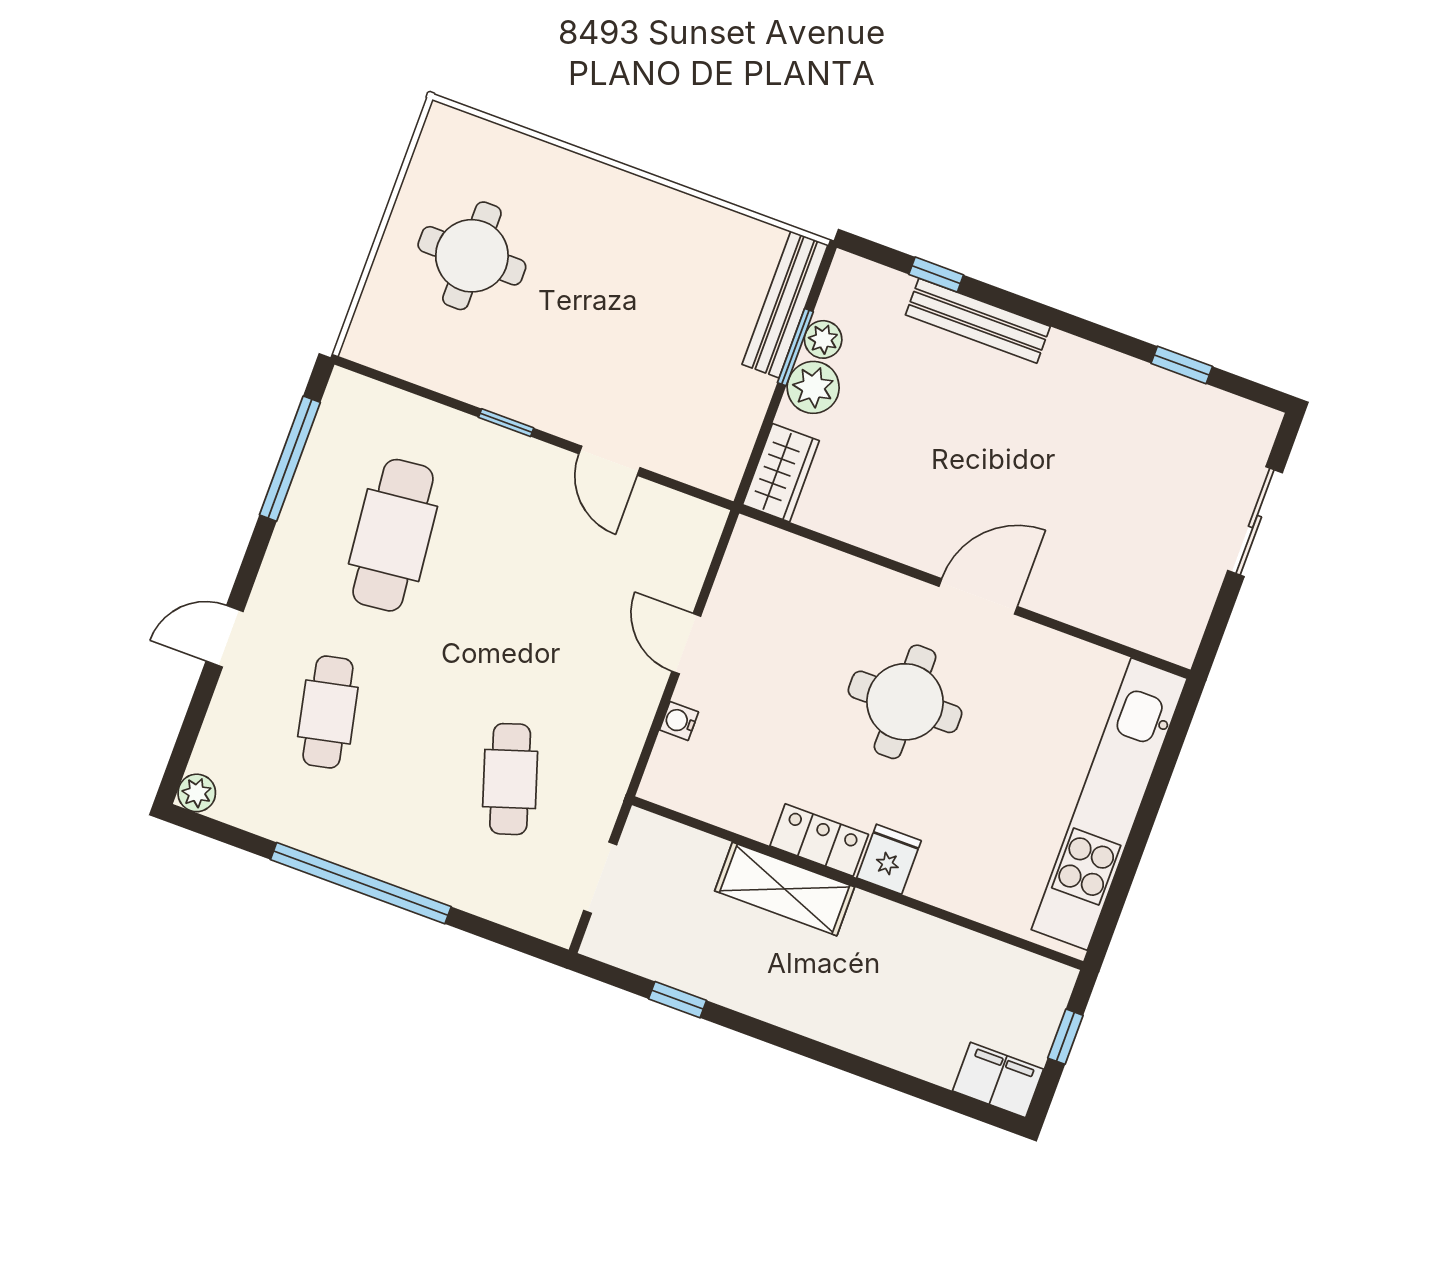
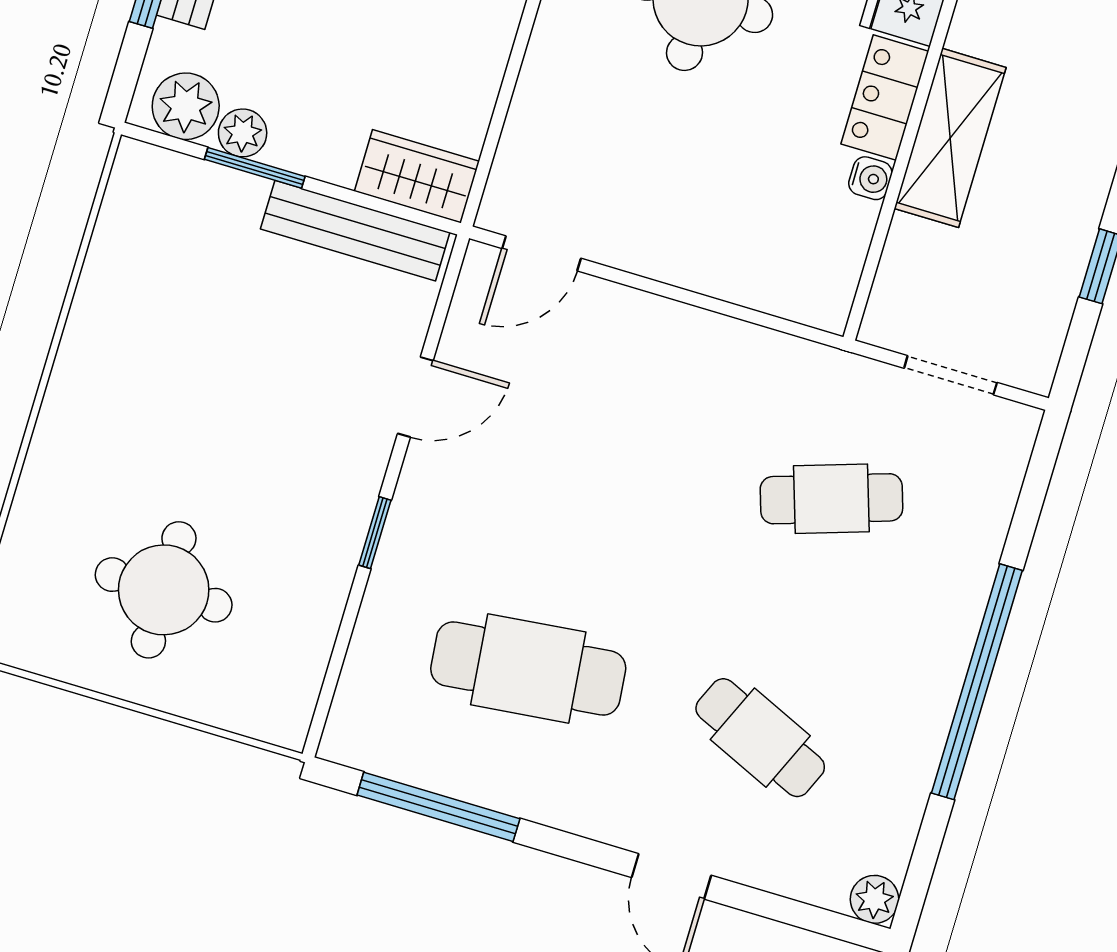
bench: (785, 305) -> (355, 231), moved
plant: (813, 387) -> (186, 106), moved
door: (686, 644) -> (542, 253), moved
cafe table: (328, 712) -> (760, 738), turned 36
water cooler: (679, 721) -> (870, 178), moved, turned -90

